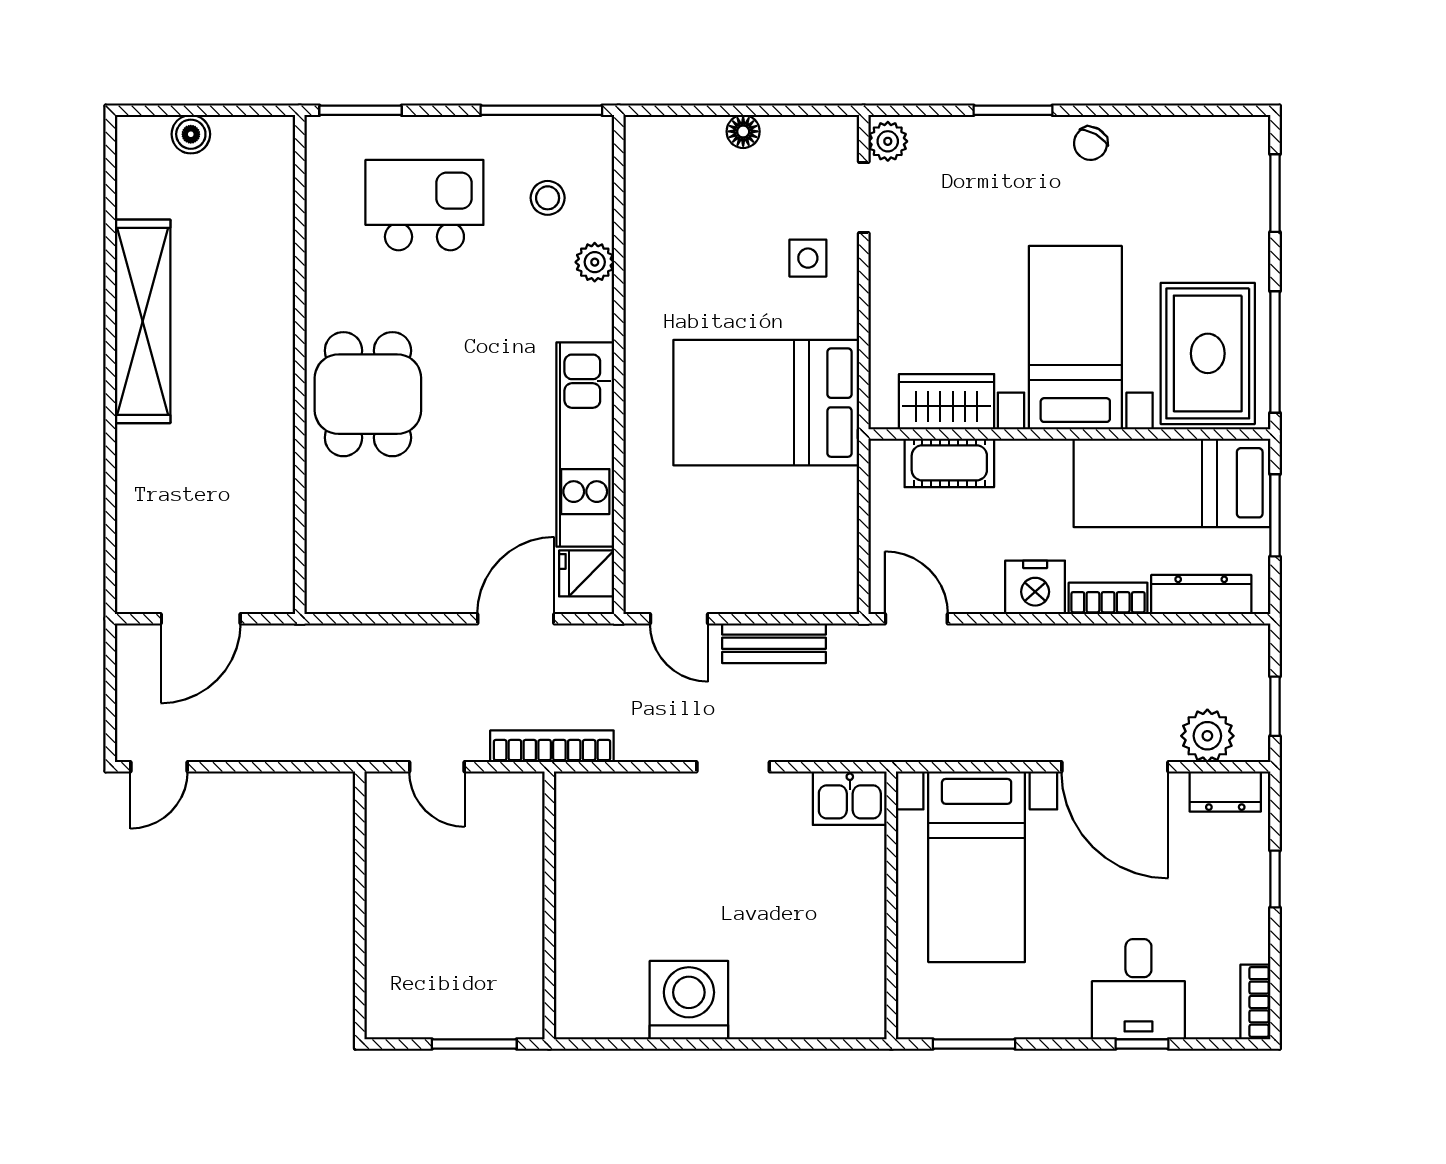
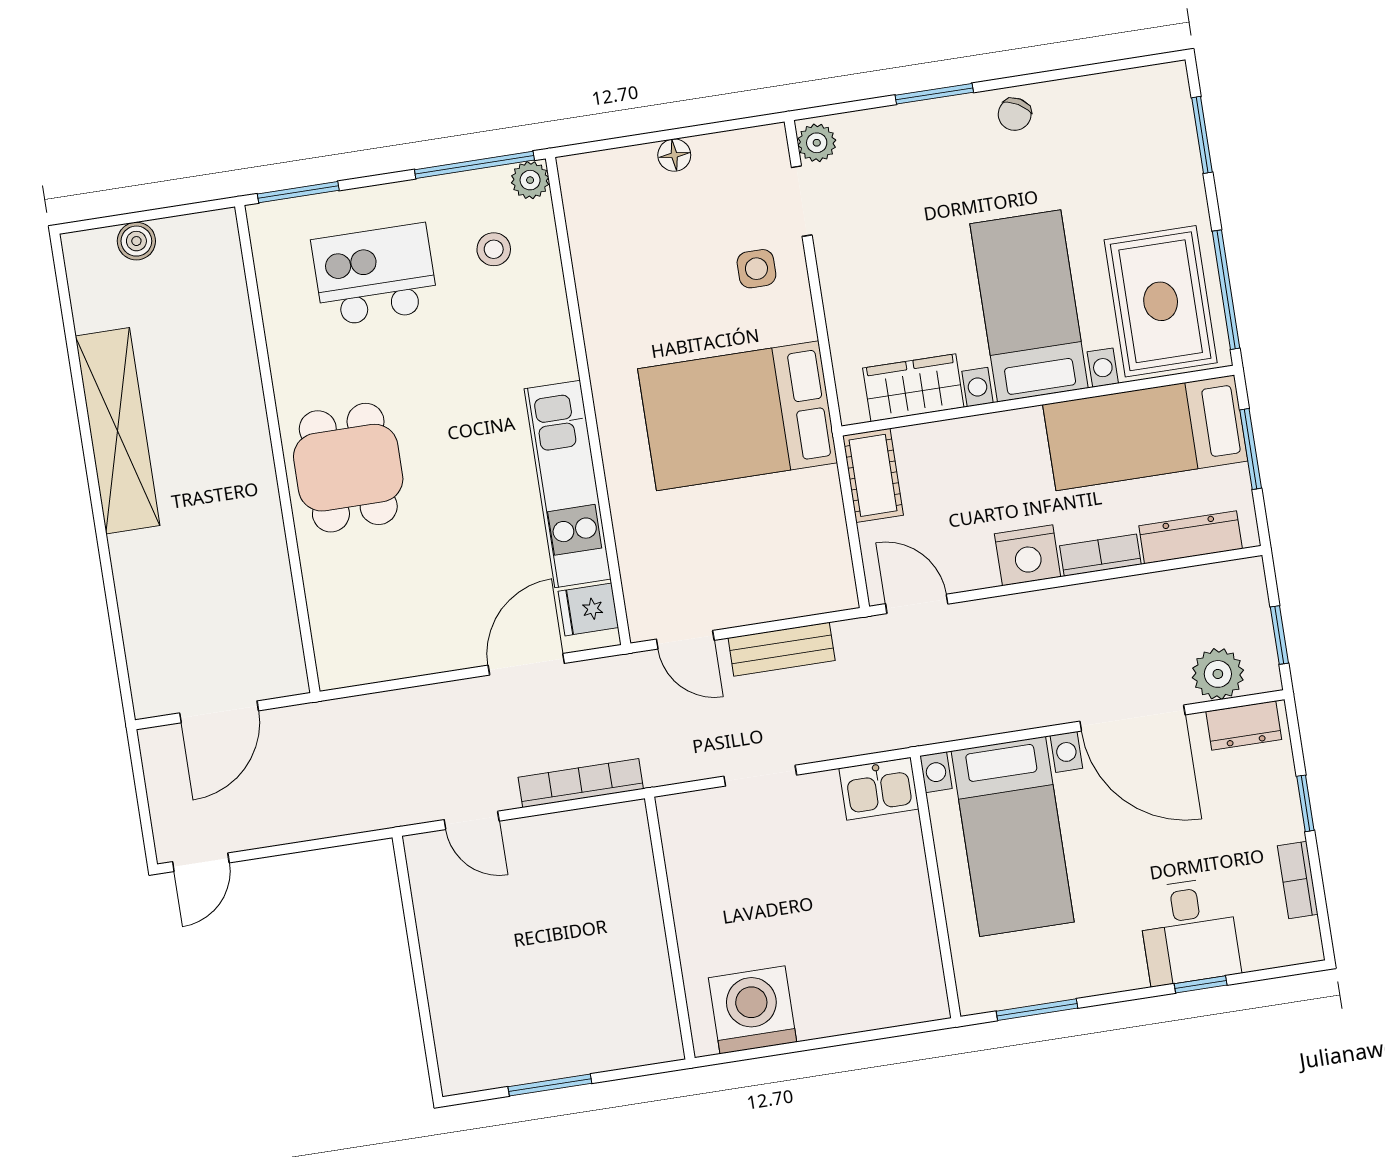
plant: (595, 262) -> (530, 180), moved
cot: (949, 463) -> (873, 475), moved, turned 90
wall: (549, 905) -> (670, 928), moved
bookcase: (1255, 1002) -> (1298, 880), moved

